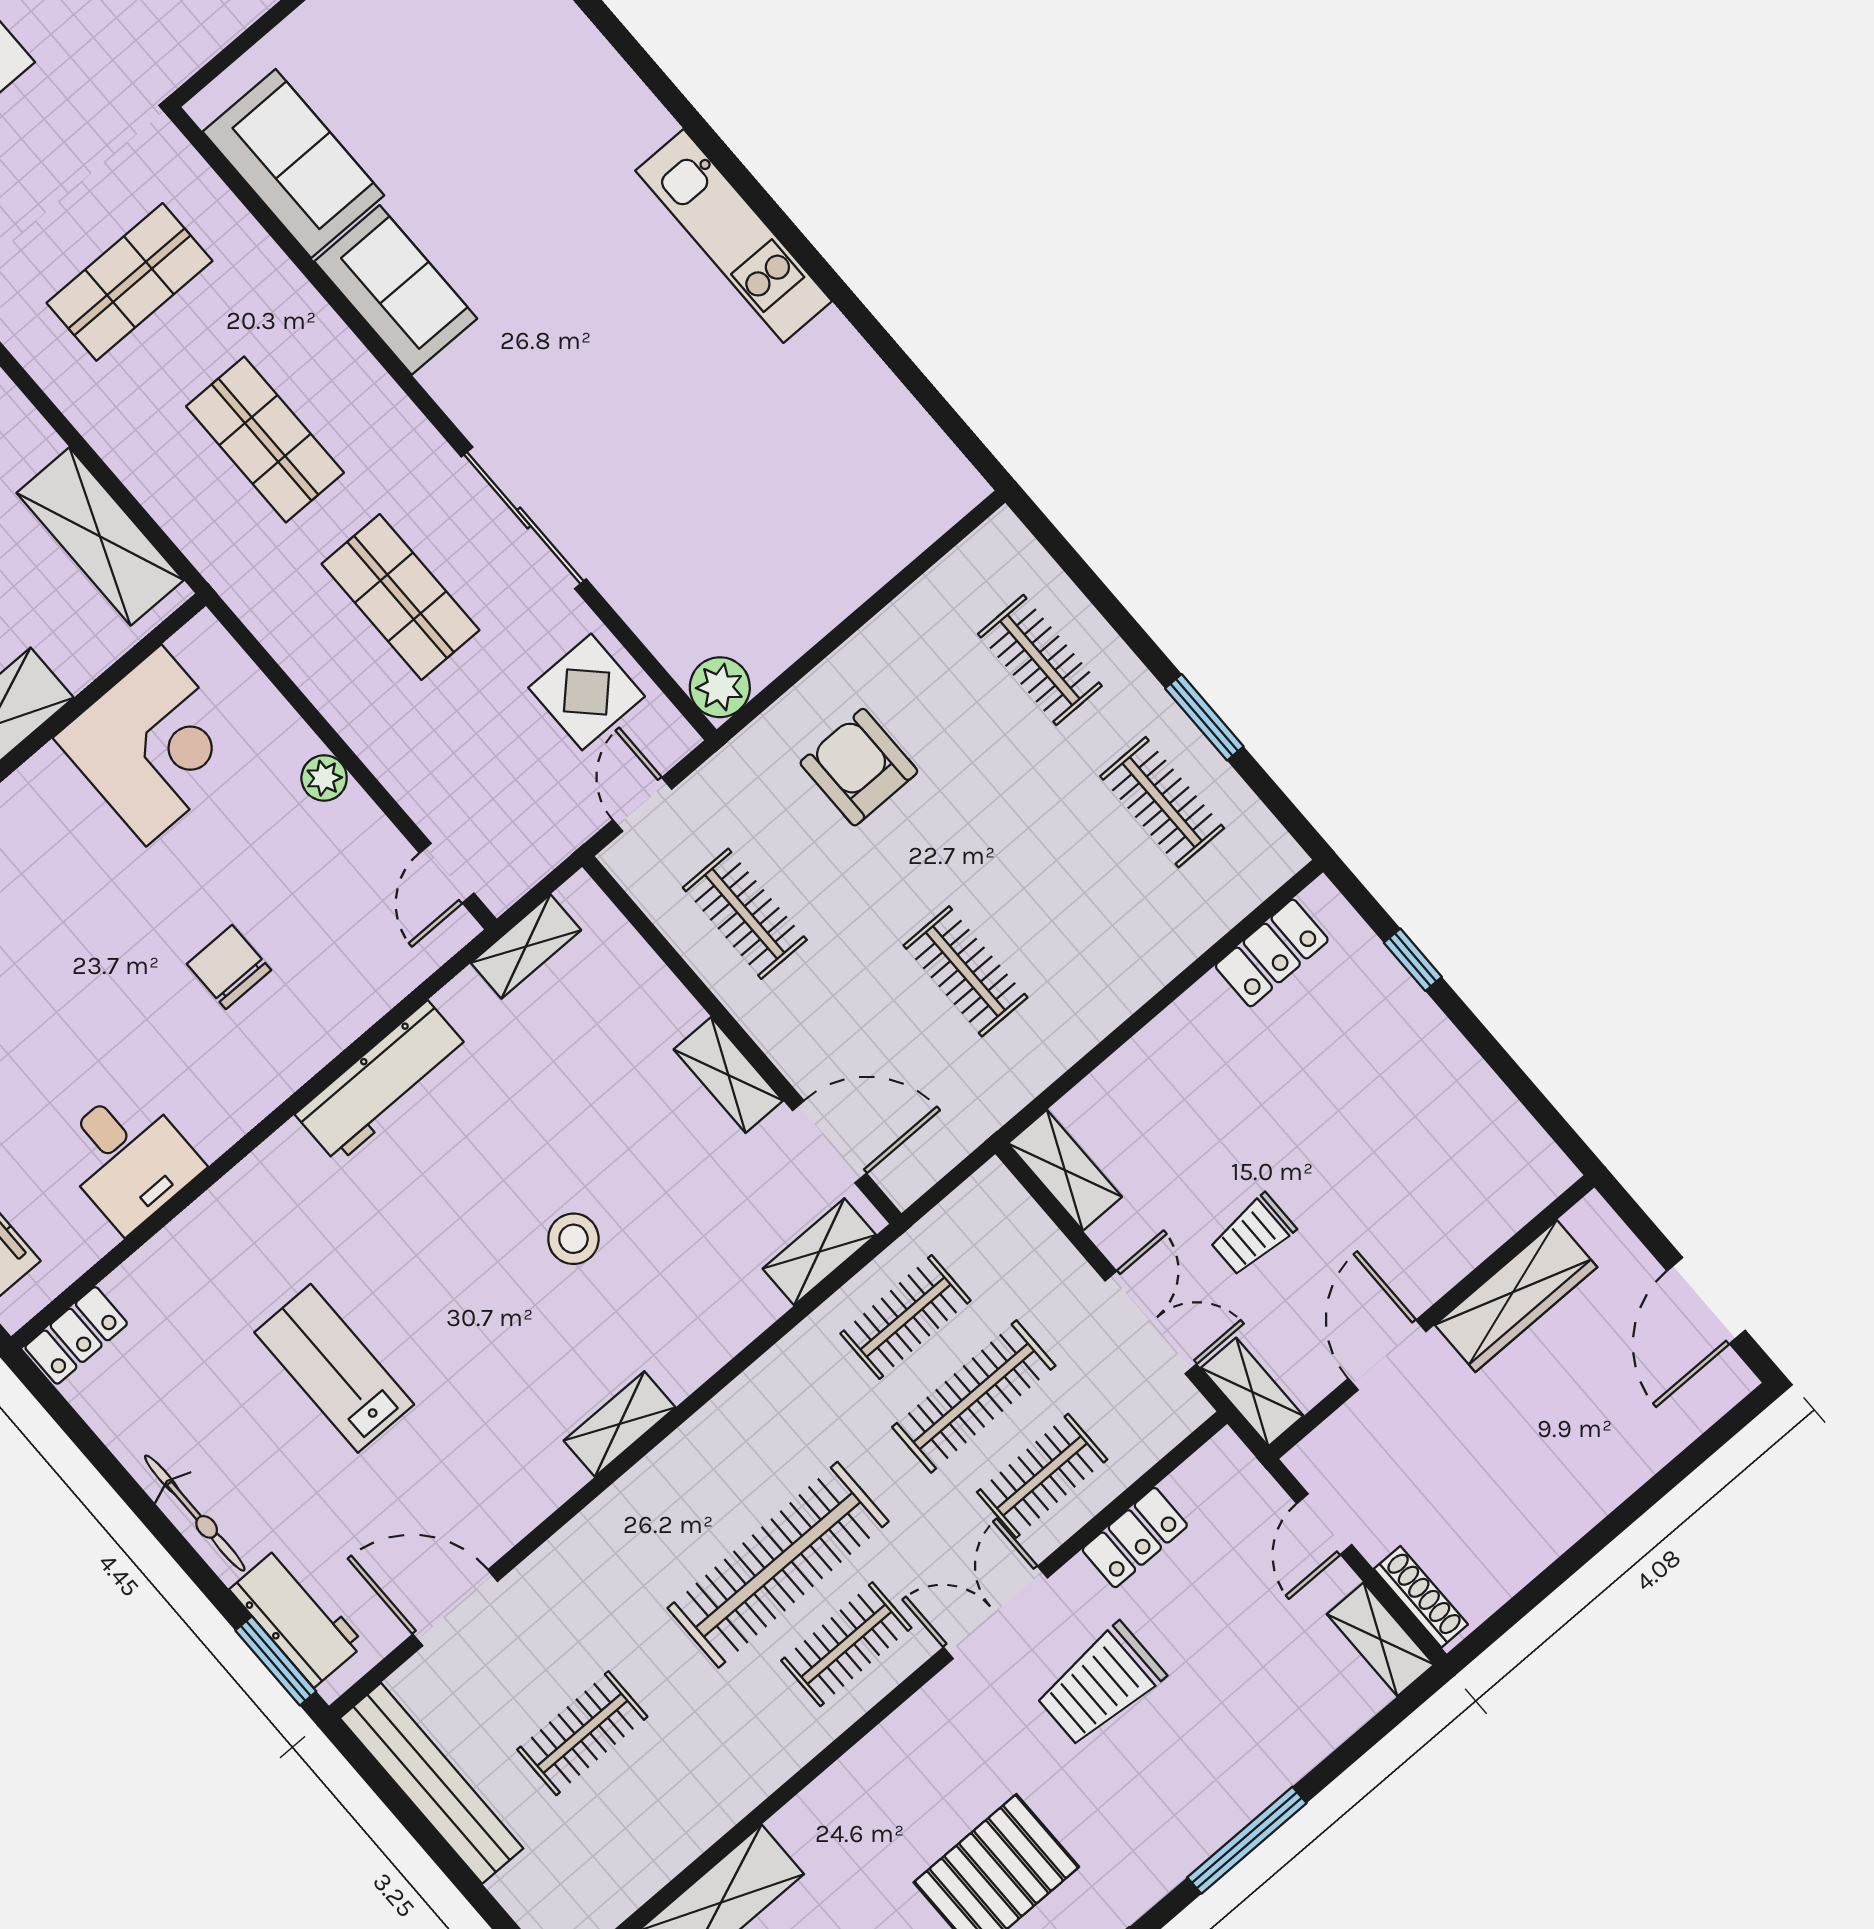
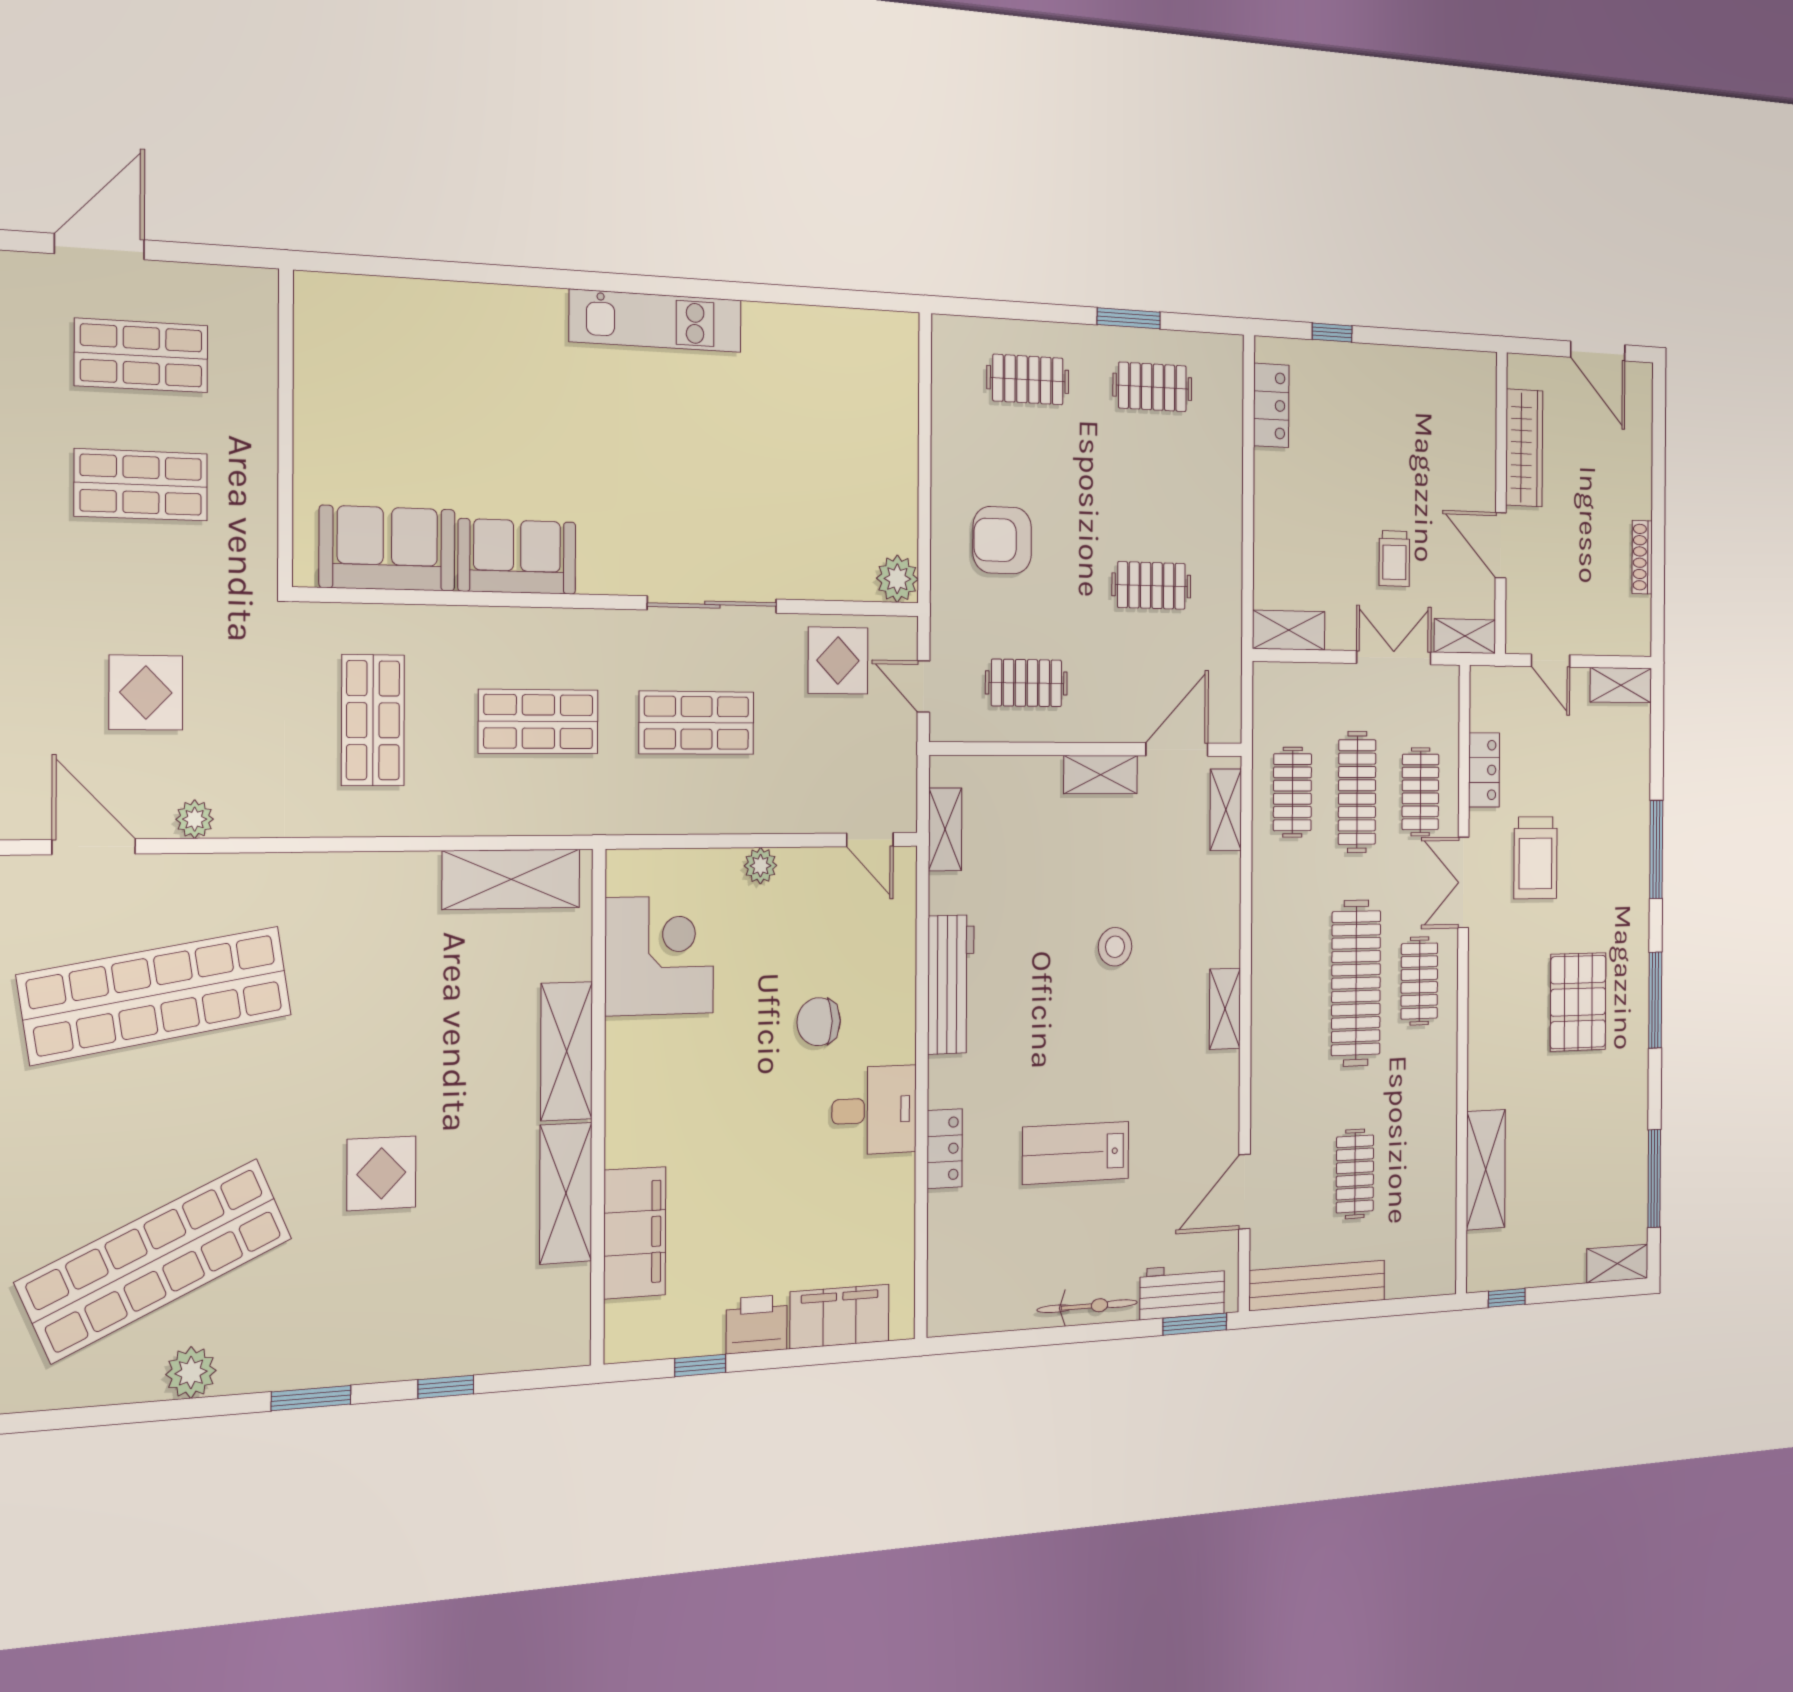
desk: (128, 1158) -> (874, 1110), moved
locker: (76, 1335) -> (945, 1149), moved
shoe rack: (1421, 1597) -> (1642, 557), moved, turned -90

